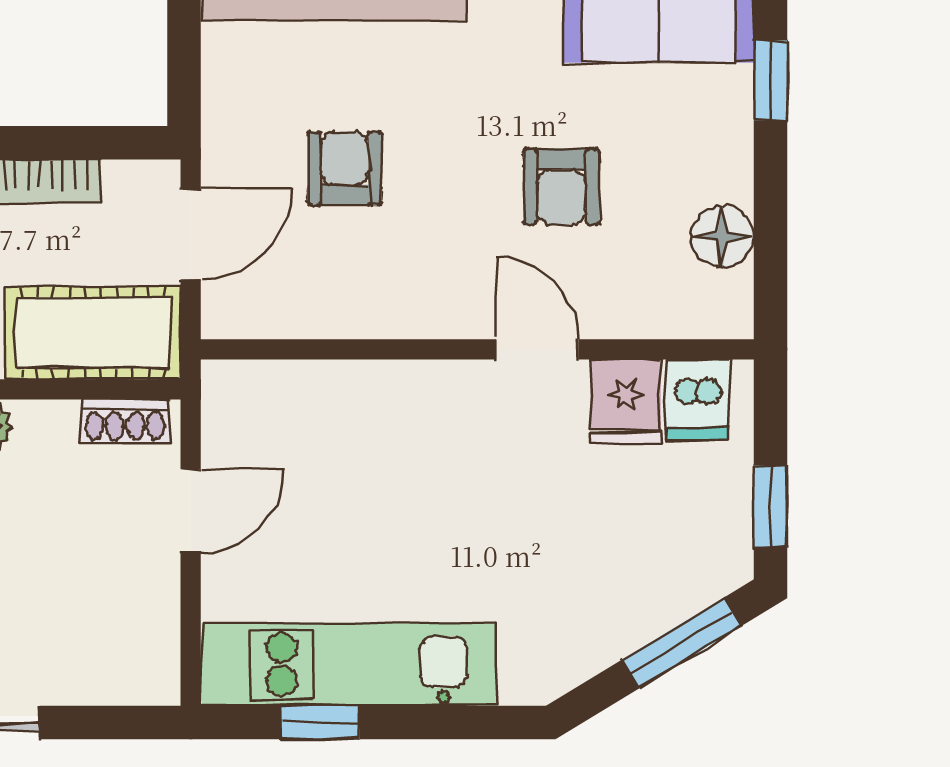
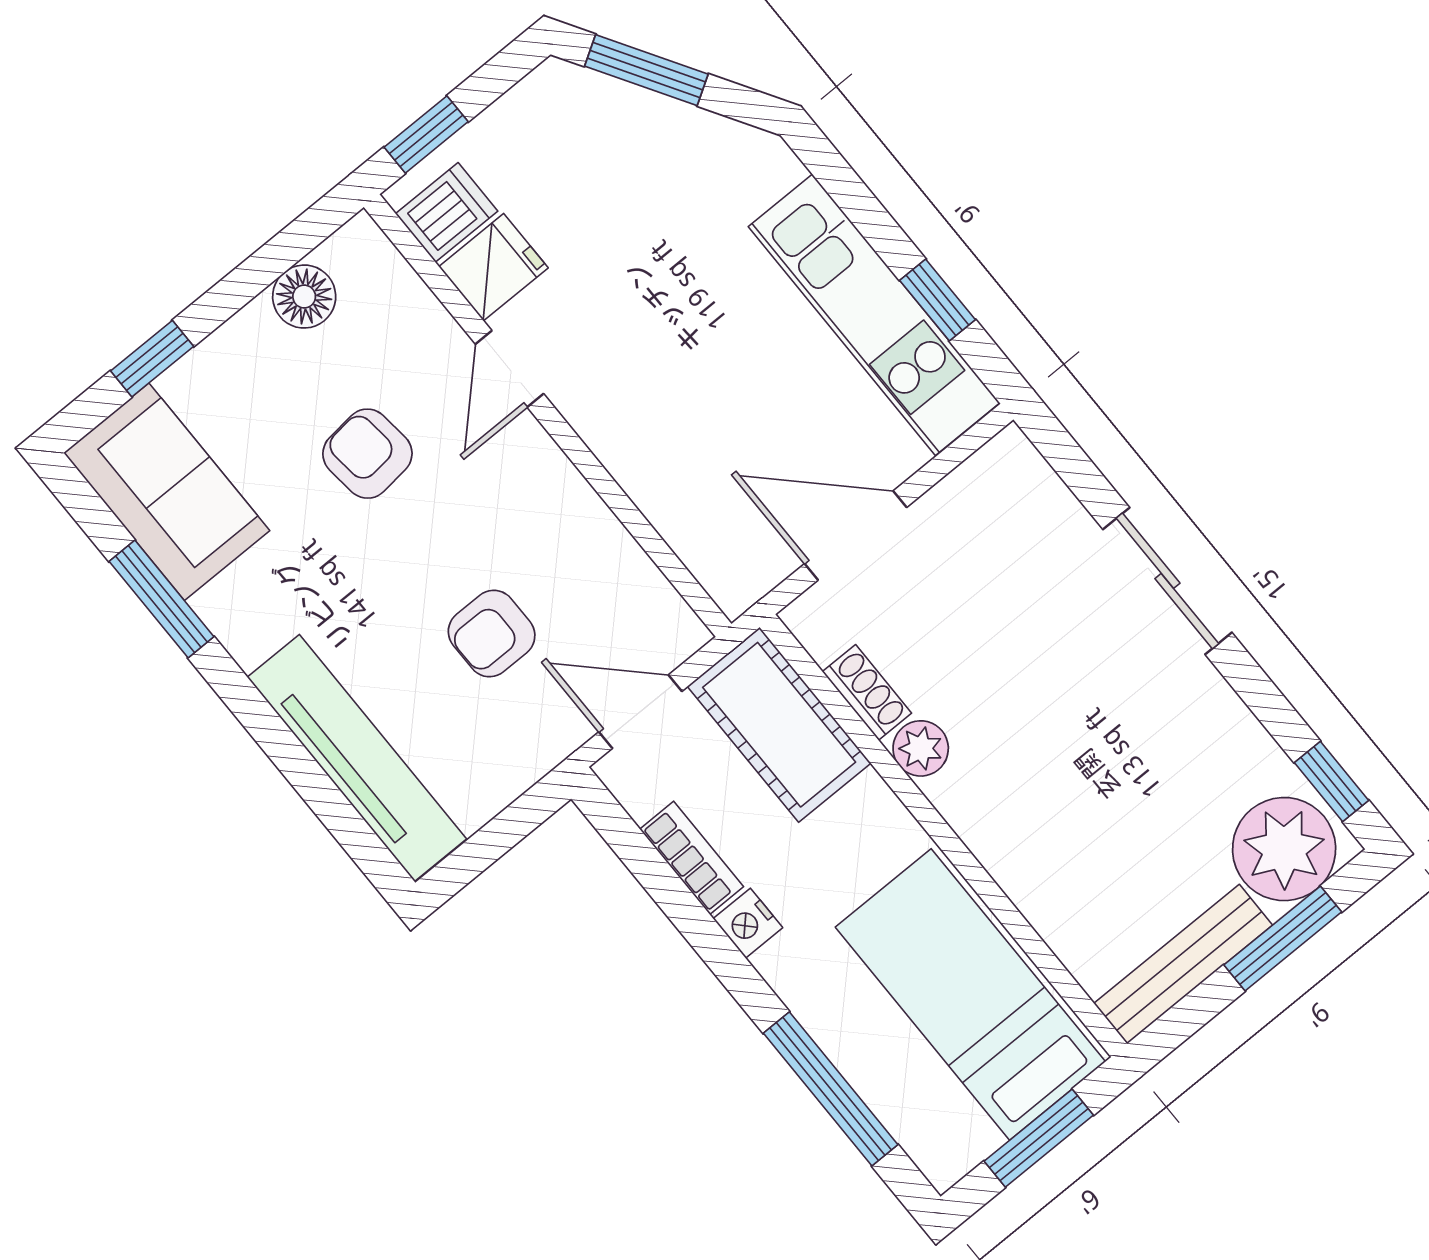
armchair: (561, 186) -> (367, 454), turned -96
shoe rack: (125, 421) -> (867, 692), moved
window: (770, 506) -> (426, 134), moved
door: (191, 511) -> (856, 535), width x1.38

